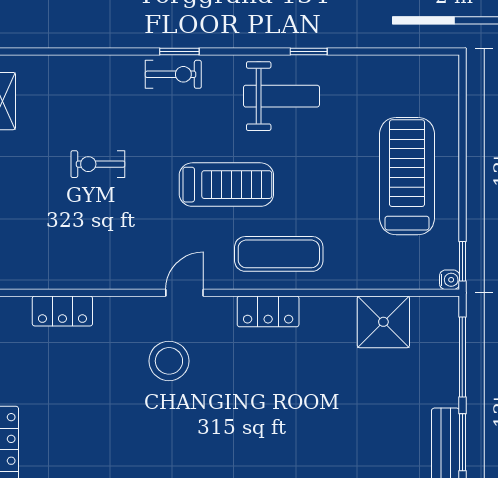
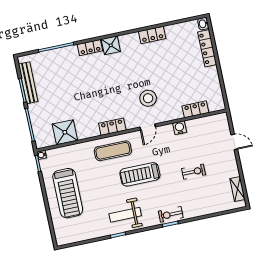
water cooler: (109, 275) -> (180, 128), added

